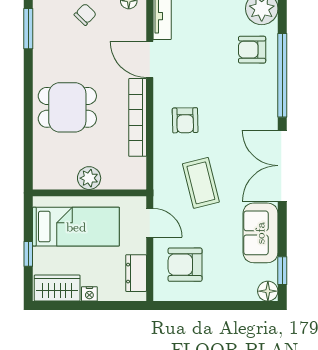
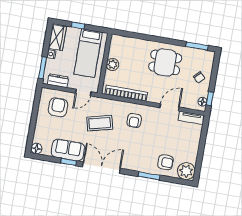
armchair: (252, 50) -> (165, 162), turned 90
window: (282, 75) -> (149, 176), width x0.47
dining table: (67, 107) -> (165, 62), moved, turned 90
bookcase: (138, 117) -> (126, 93), moved
armchair: (185, 120) -> (134, 120), turned -89
window: (282, 271) -> (69, 162), moved
window: (117, 306) -> (43, 68), added

